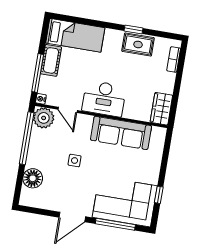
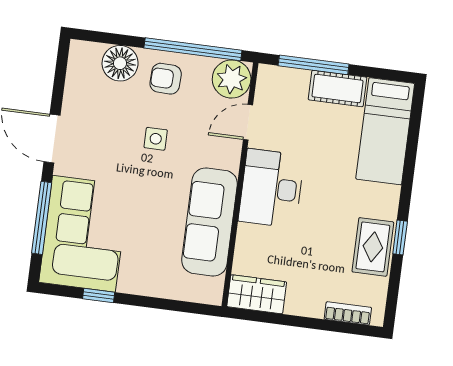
nightstand: (41, 99) -> (266, 73), removed
armchair: (42, 154) -> (166, 79), added

